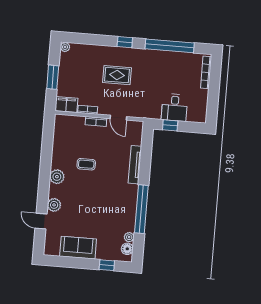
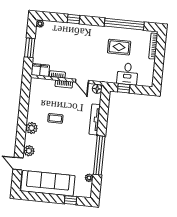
window: (125, 42) -> (74, 19), moved
rug: (117, 75) -> (119, 47), moved
sofa: (78, 248) -> (48, 183), width x1.85, depth x1.27
floor lamp: (127, 249) -> (97, 89), moved

